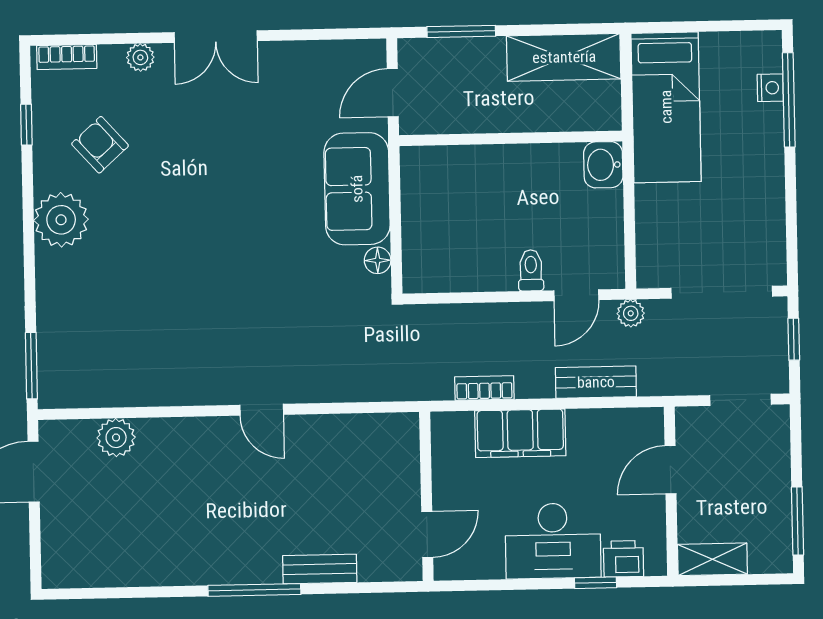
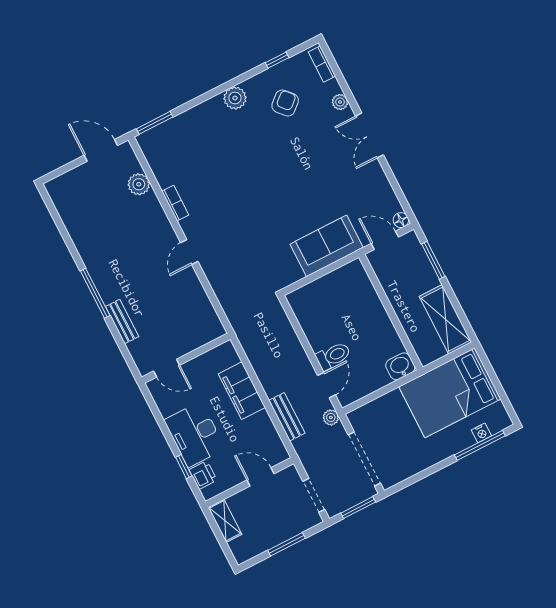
bed: (666, 107) -> (450, 393), width x1.50
plant: (61, 220) -> (235, 98), width x0.73, depth x0.73
floor lamp: (378, 260) -> (401, 220), moved
toilet: (531, 270) -> (333, 356), width x1.37, depth x1.39
door: (576, 295) -> (327, 385), swing flipped
window: (794, 339) -> (358, 508), width x1.50
bookcase: (484, 388) -> (175, 203), moved
window: (798, 521) -> (287, 544), moved

